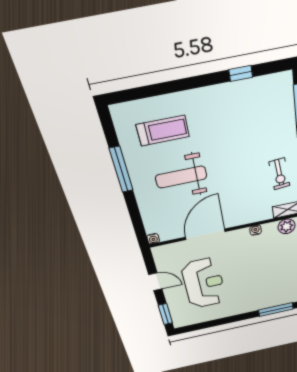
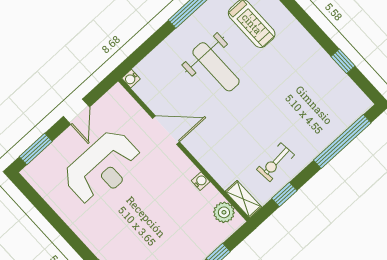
weight bench: (181, 177) -> (216, 67), turned 180
door: (205, 234) -> (166, 130), width x0.73

